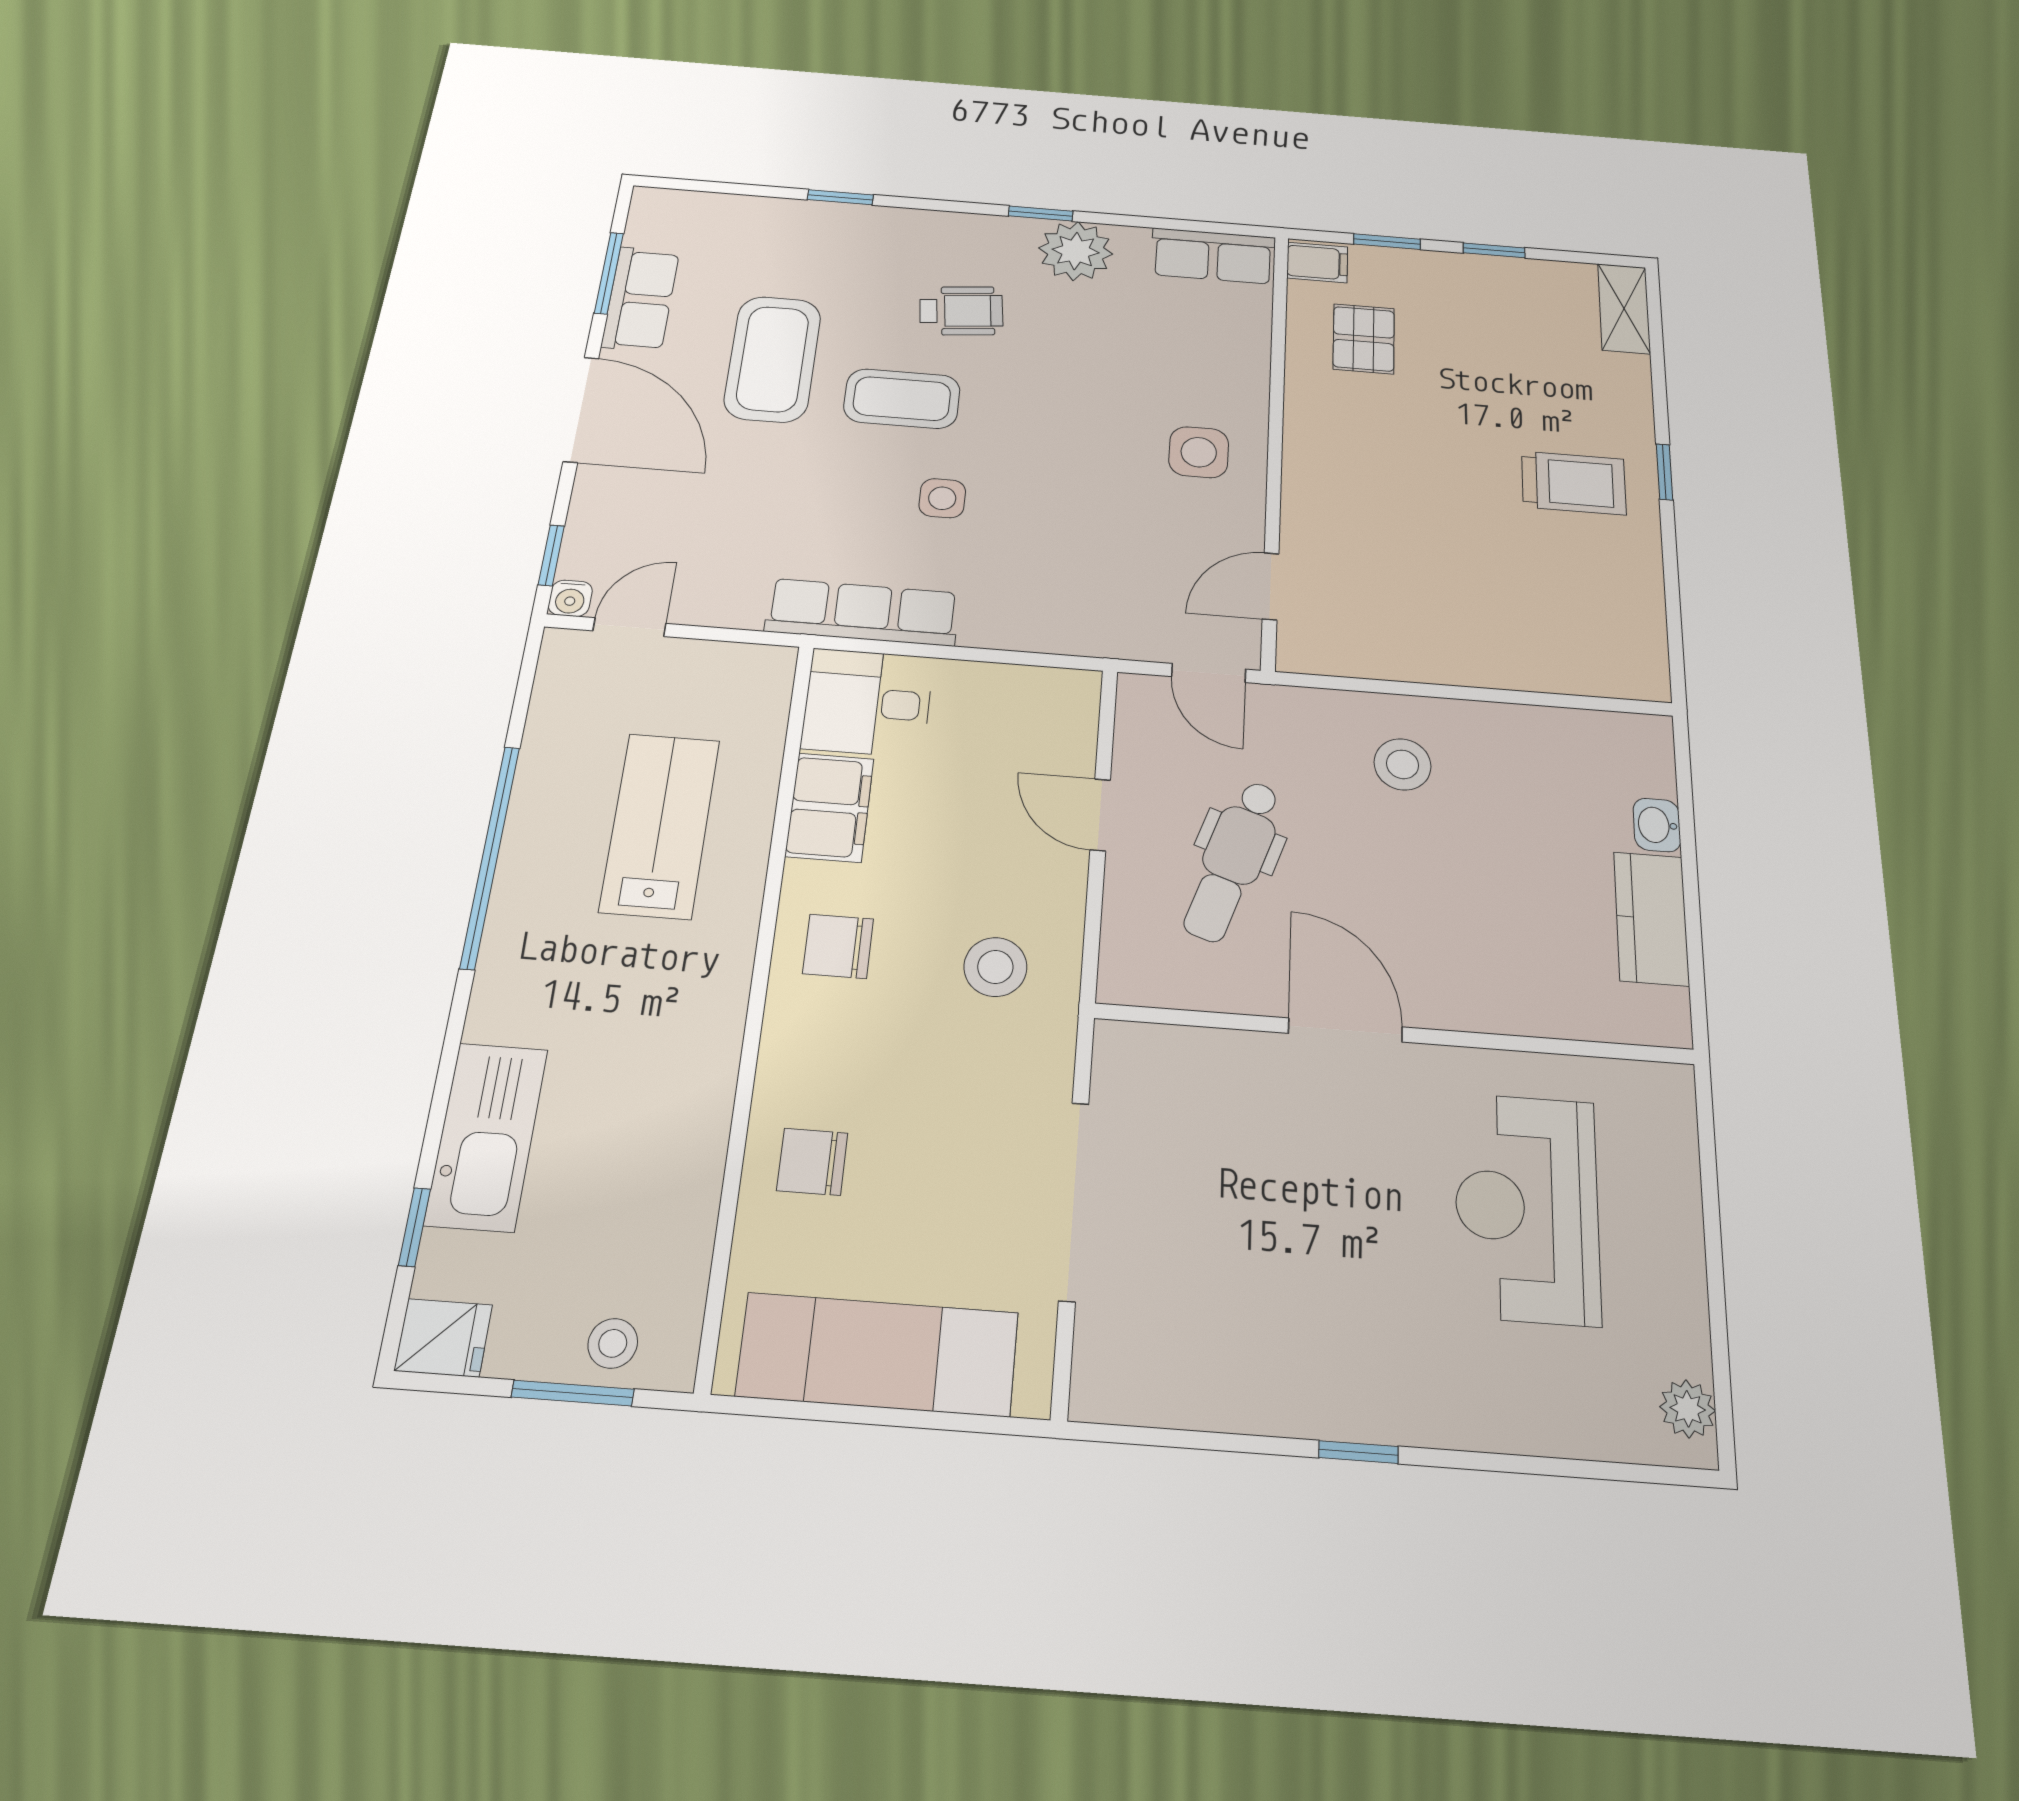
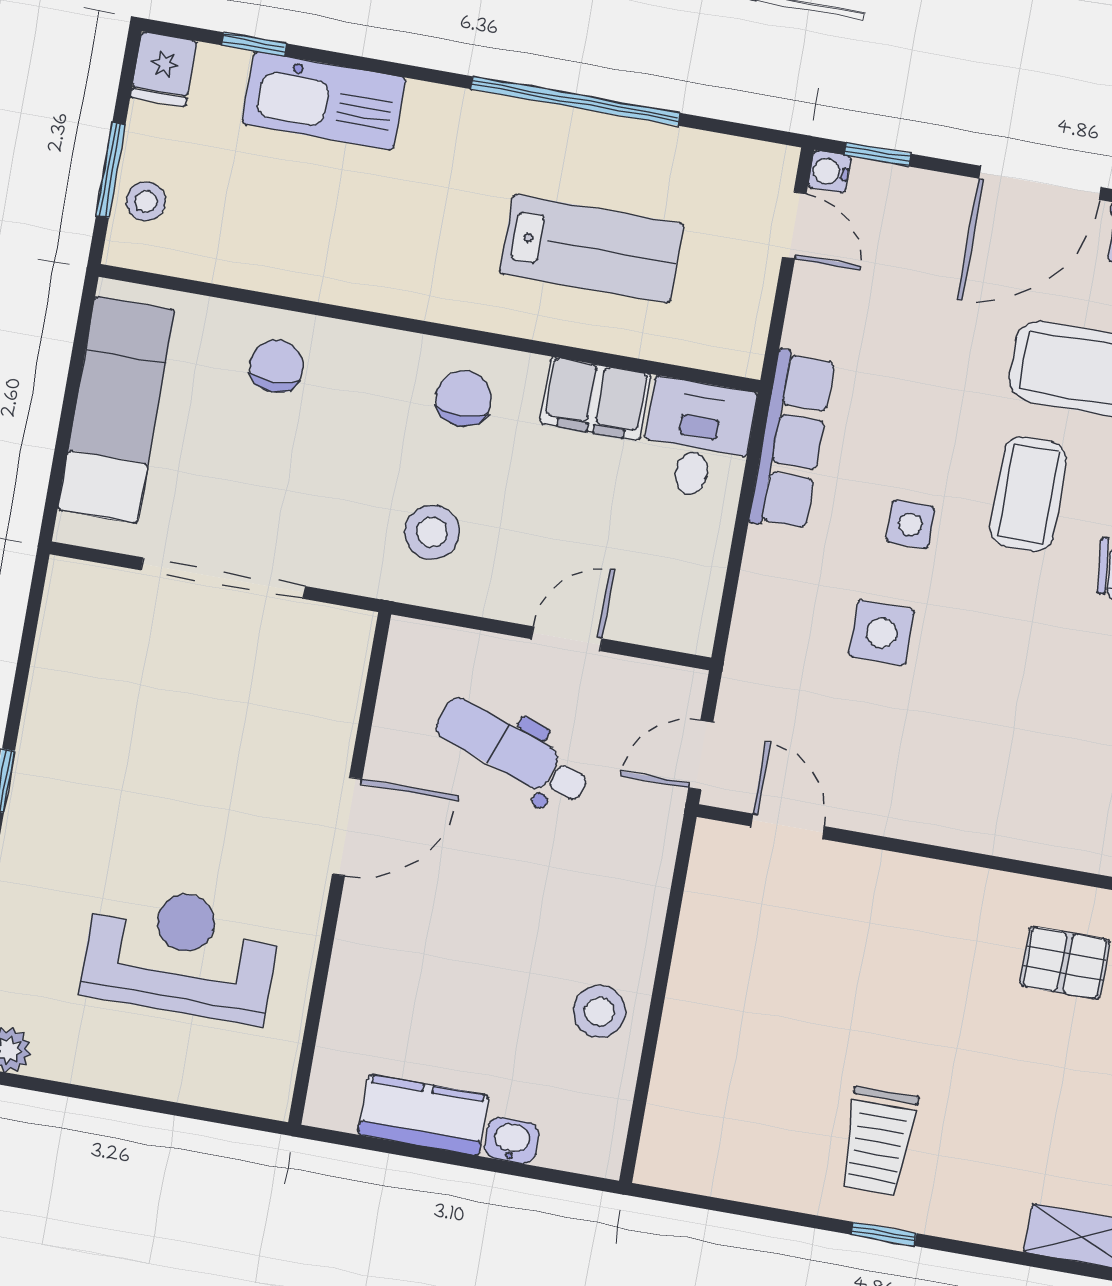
side table: (1199, 452) -> (881, 633), moved
stool: (1403, 764) -> (599, 1012), moved

